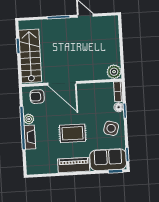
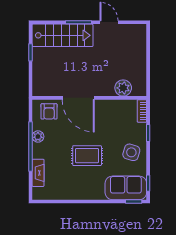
stairs: (30, 56) -> (62, 35), moved, turned 90
plant: (114, 72) -> (123, 88), moved
armchair: (37, 97) -> (49, 111), turned -90
floor lamp: (119, 107) -> (141, 129), removed
fireplace: (30, 137) -> (38, 173), moved
piano: (74, 165) -> (86, 192), removed

